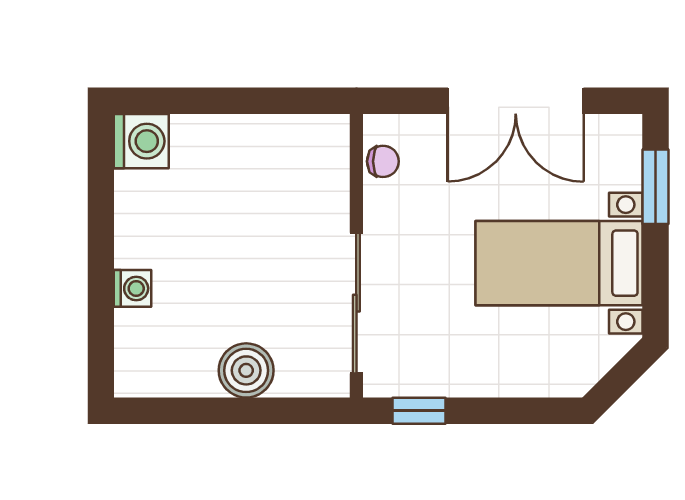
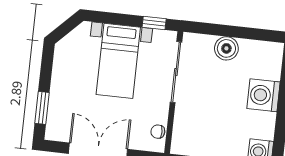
bed with nightstands: (559, 263) -> (118, 61), moved, turned 90
washing machine: (132, 288) -> (263, 95), width x1.89, depth x1.89

